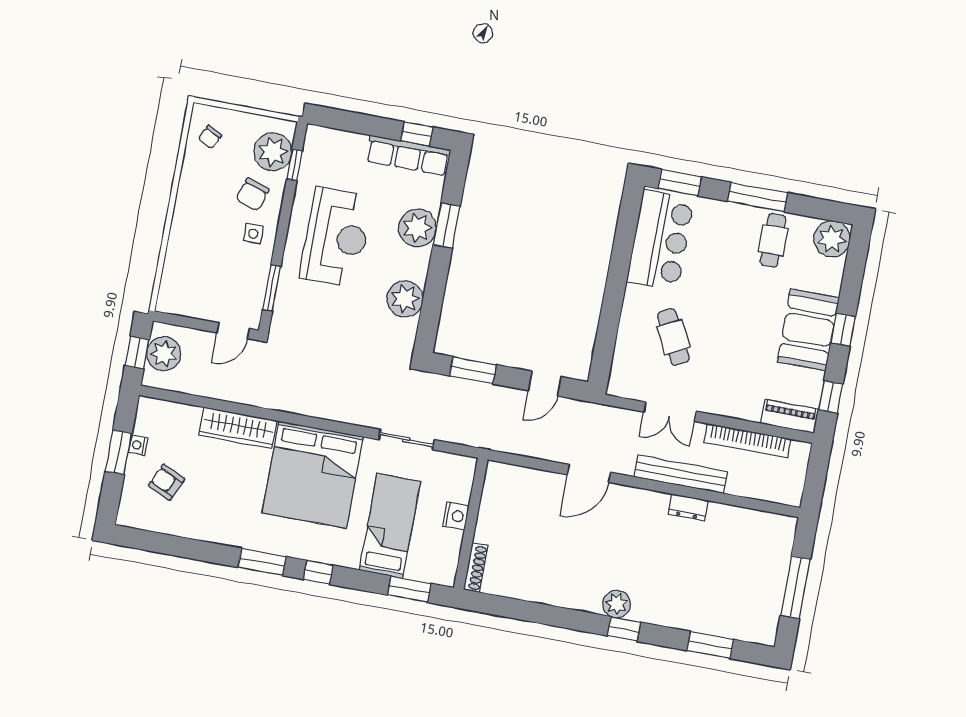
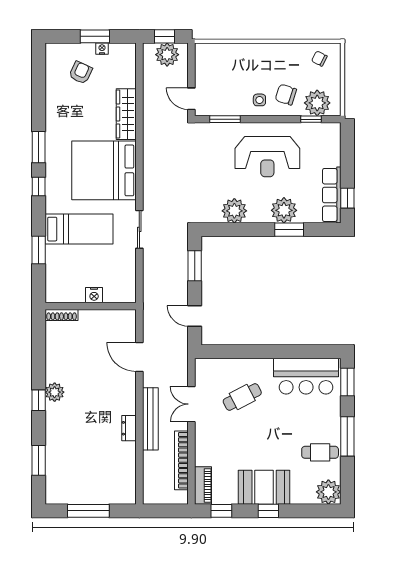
nightstand: (456, 516) -> (94, 295), moved
wall: (471, 524) -> (91, 306), moved
shoe rack: (476, 568) -> (62, 315), moved

